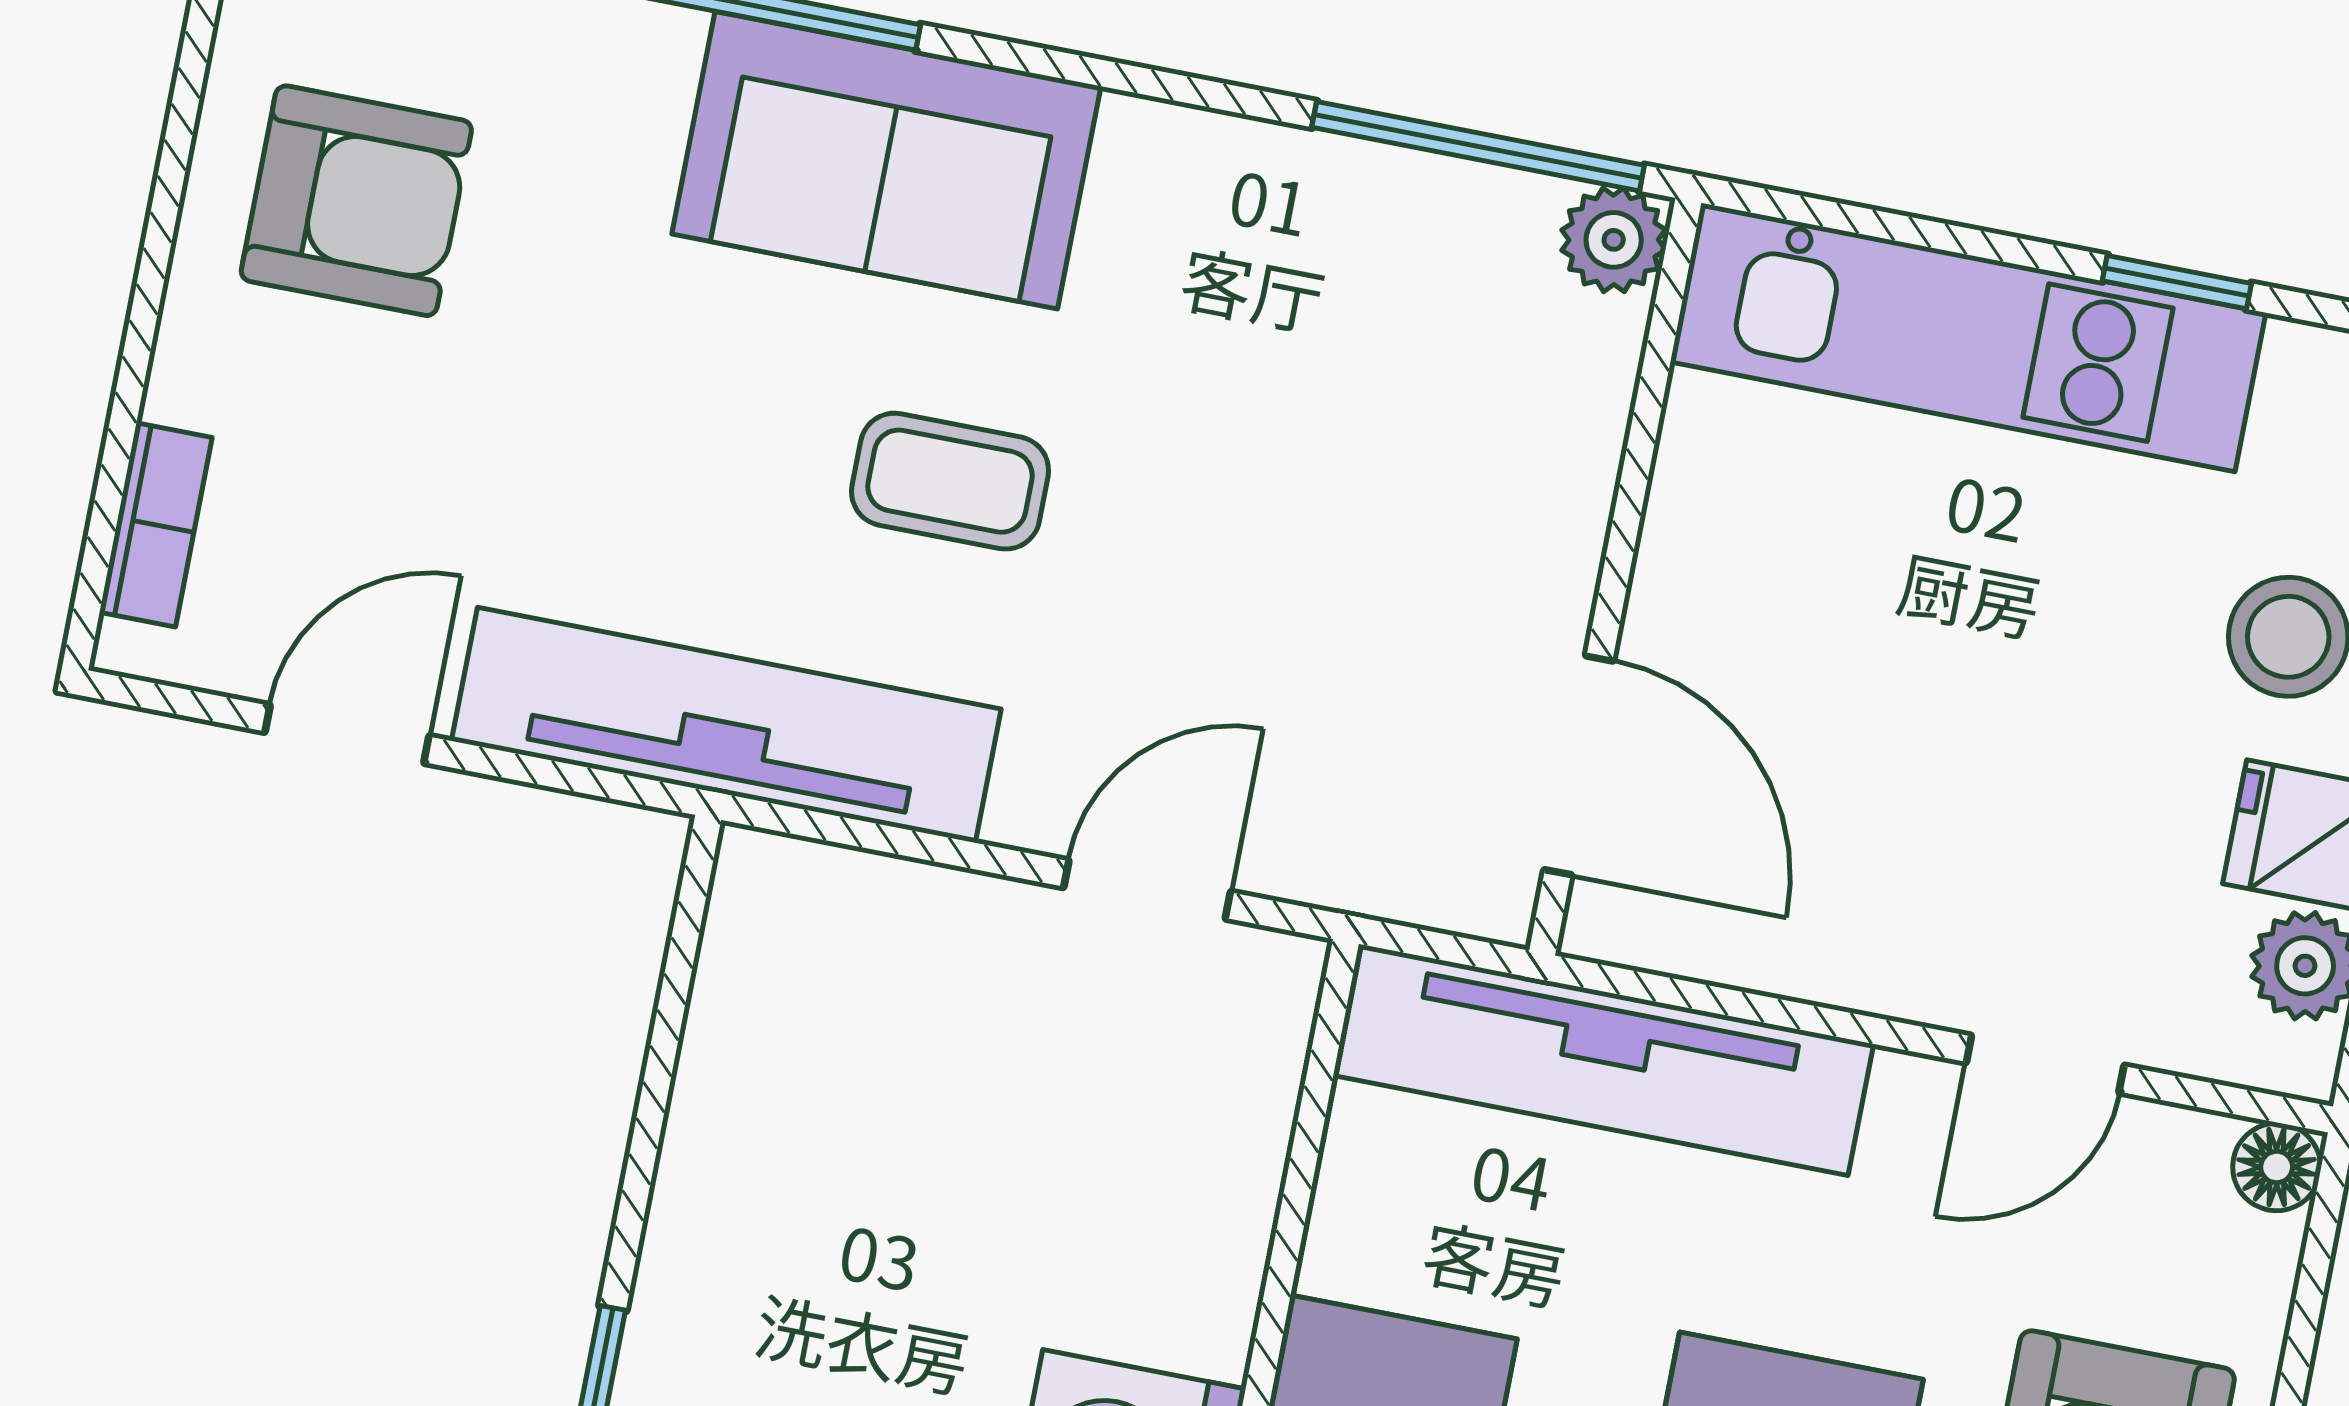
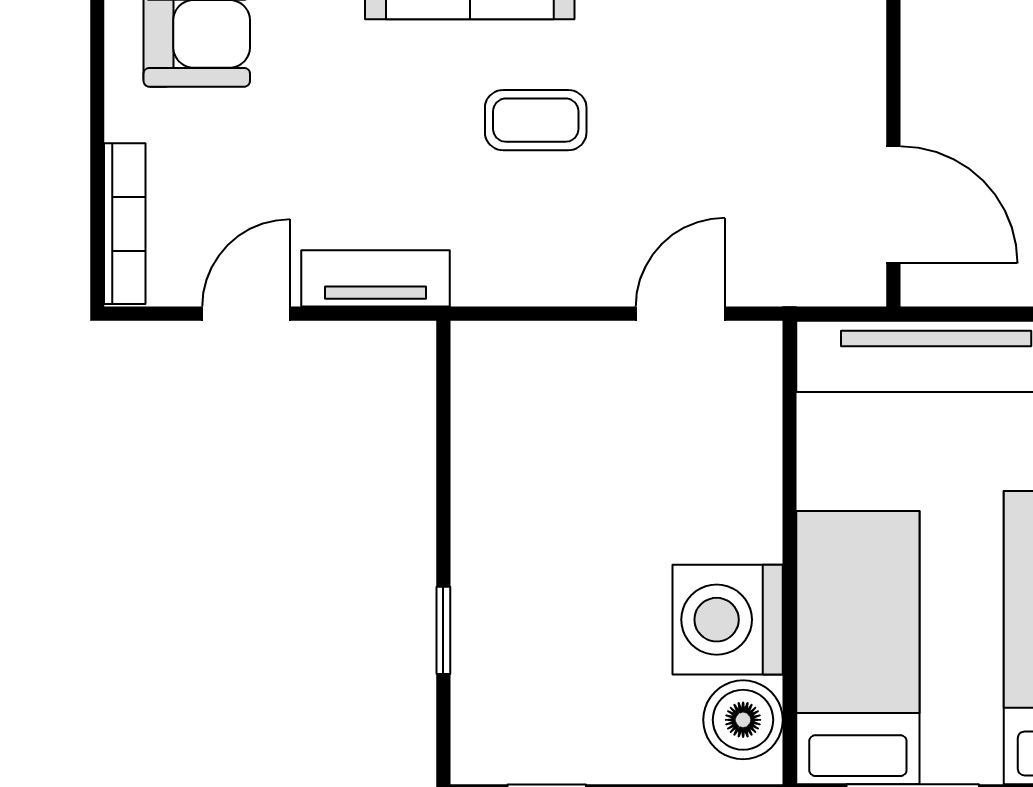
bookcase: (156, 525) -> (125, 224), width x1.56
tv unit: (726, 725) -> (376, 278), width x0.52, depth x0.78

